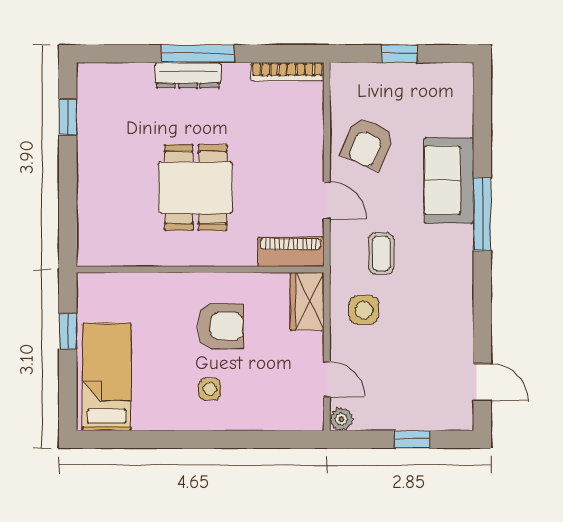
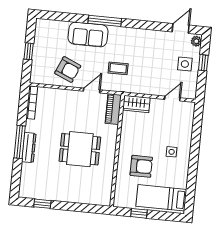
side table: (364, 310) -> (185, 64), moved
armchair: (221, 326) -> (141, 166), moved, turned 90
plant: (341, 419) -> (196, 41), moved

